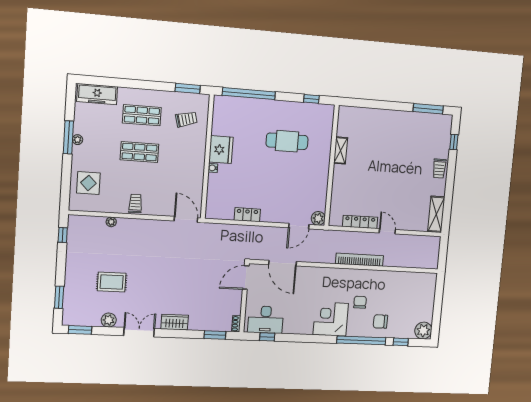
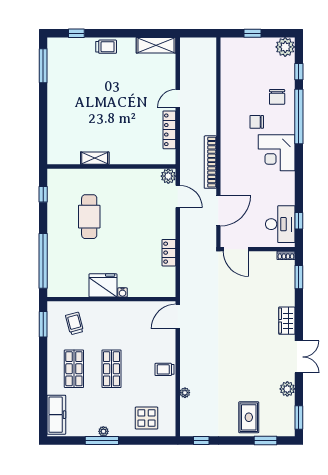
bookcase: (359, 260) -> (210, 162), moved
rug: (112, 282) -> (249, 417), moved
window: (438, 302) -> (253, 33), added
double door: (139, 332) -> (299, 357), swing flipped

